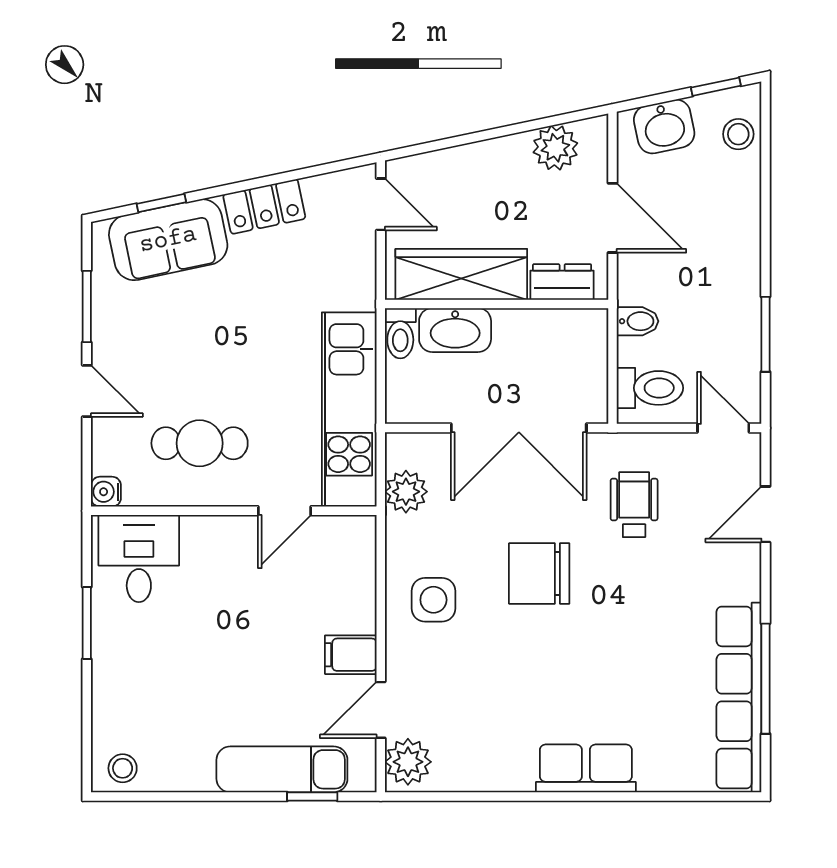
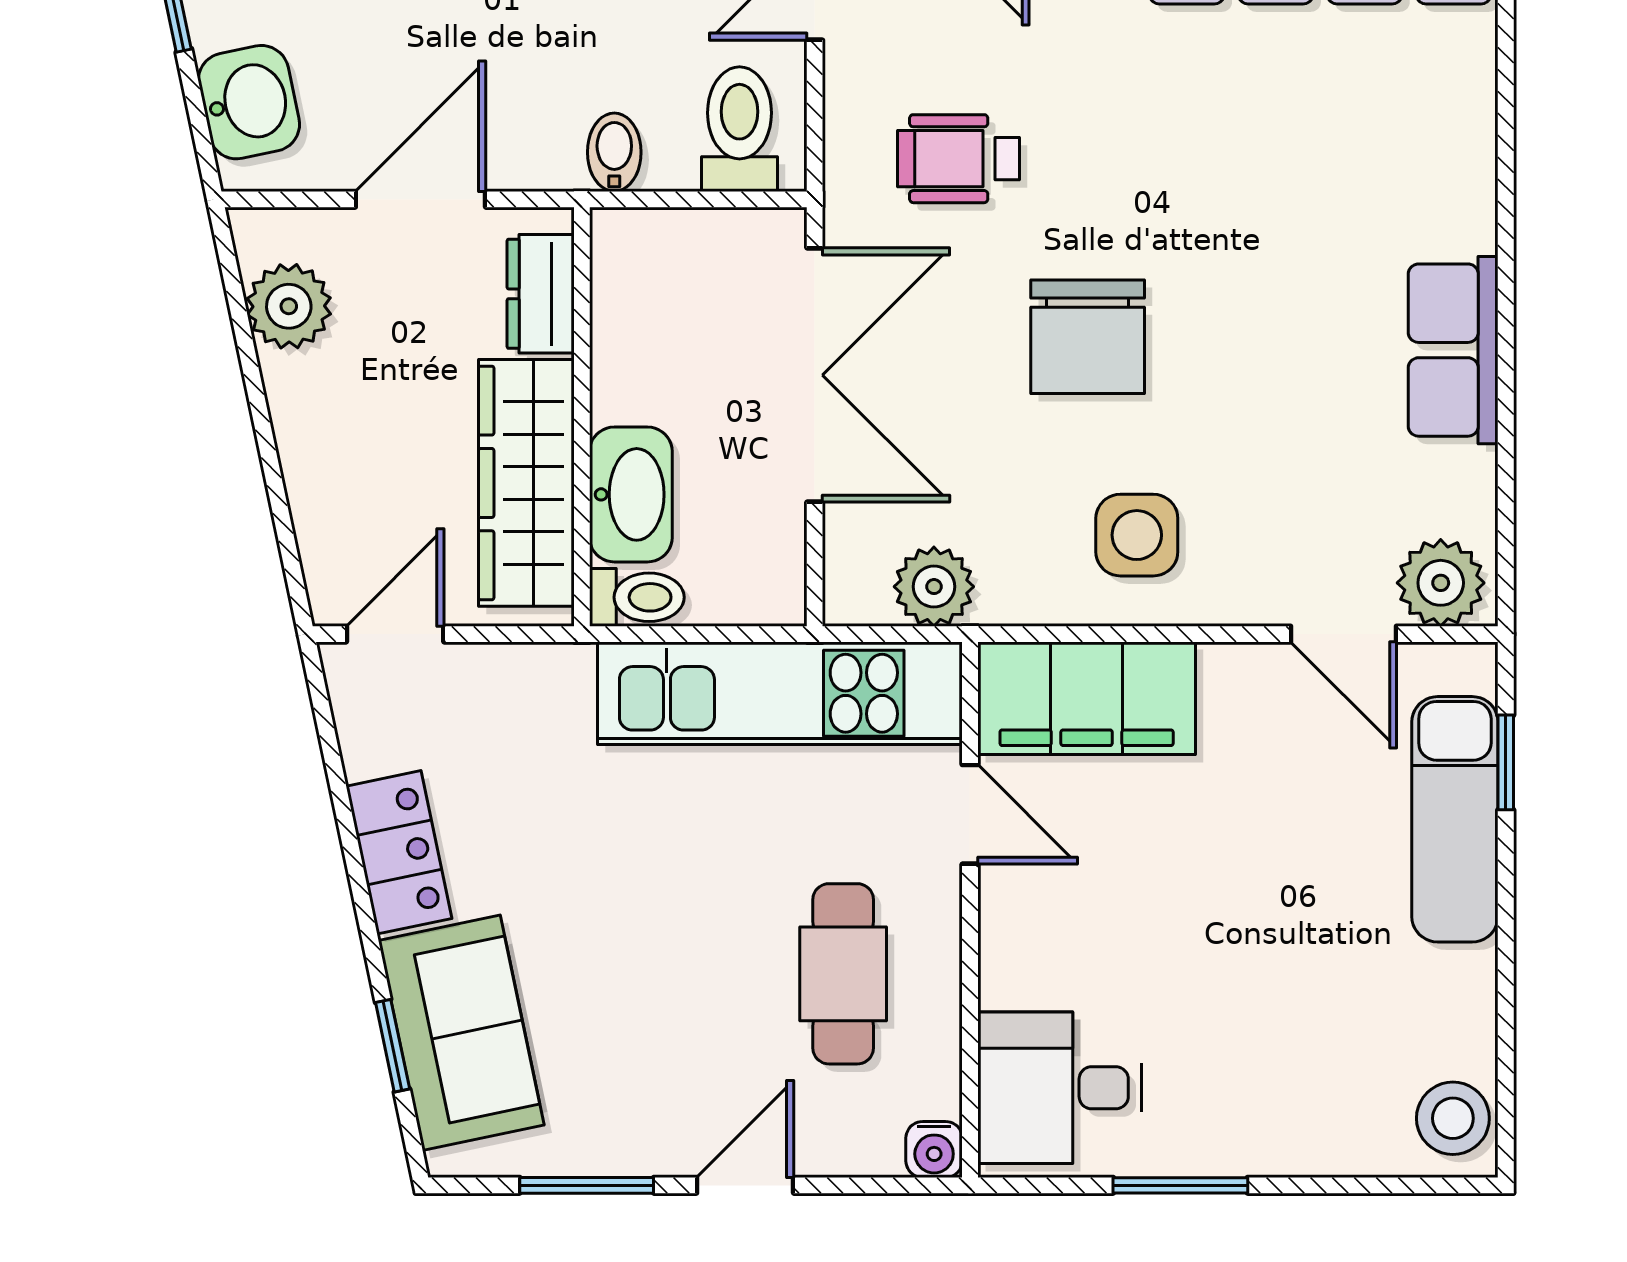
filing cabinet: (351, 655) -> (1087, 698), moved, width x3.00, depth x1.17
stool: (123, 768) -> (1453, 1118), width x1.37, depth x1.37
row of seats: (586, 768) -> (1453, 350), moved

